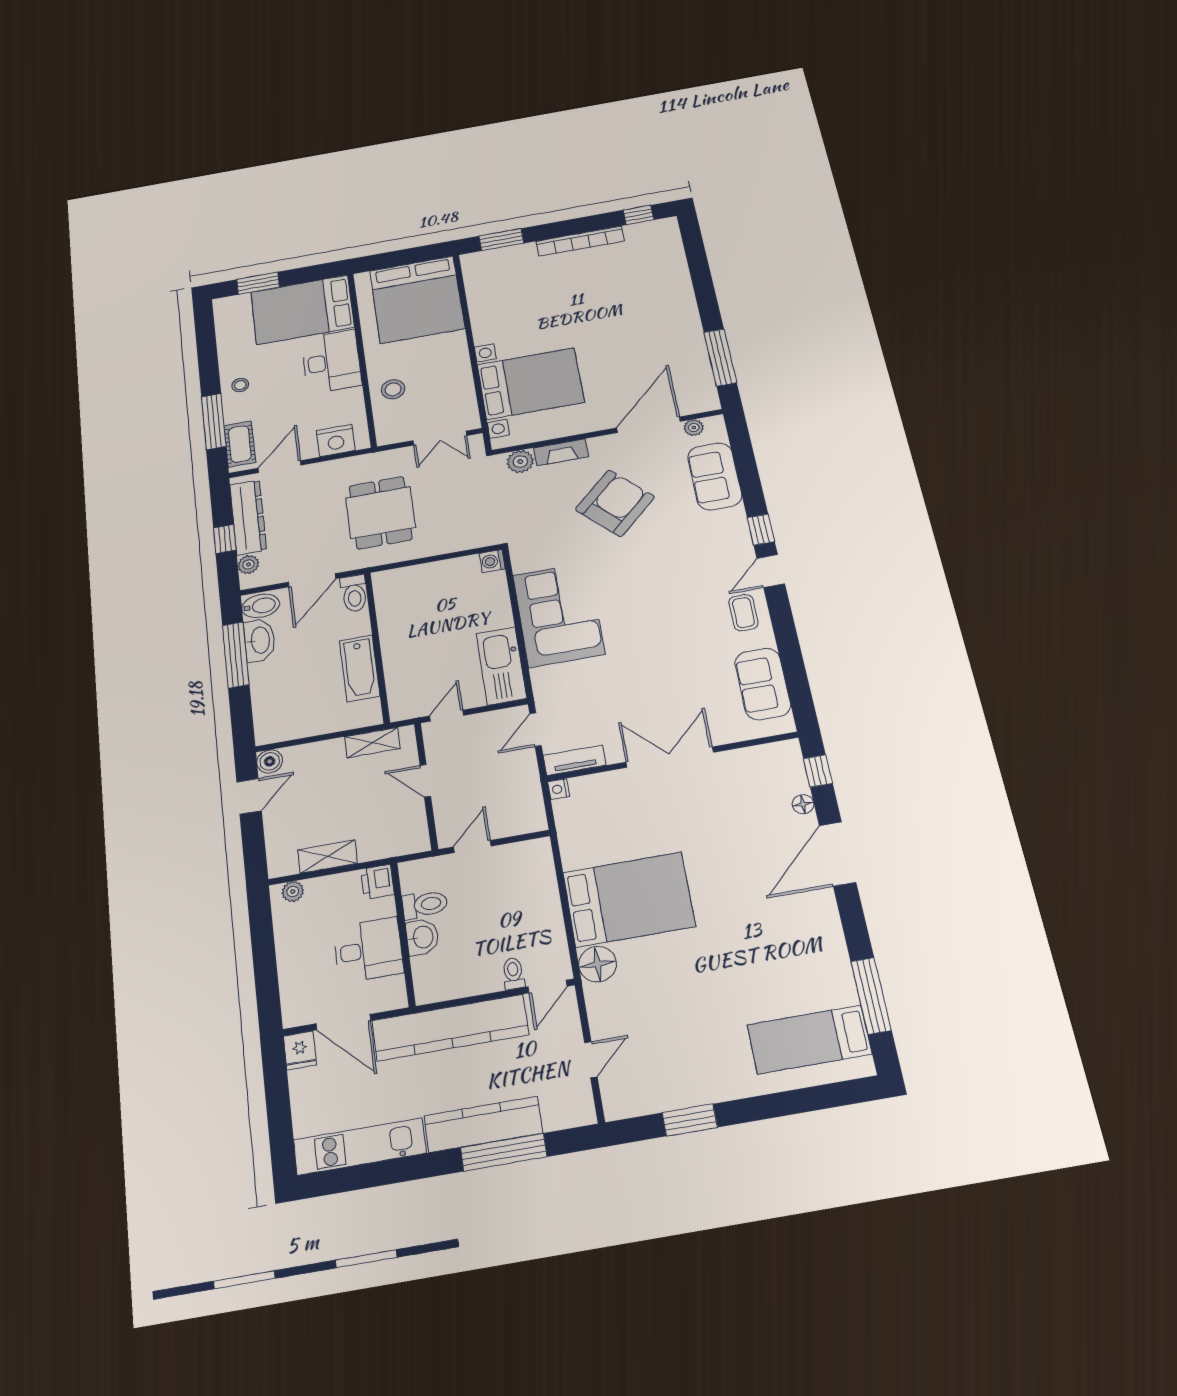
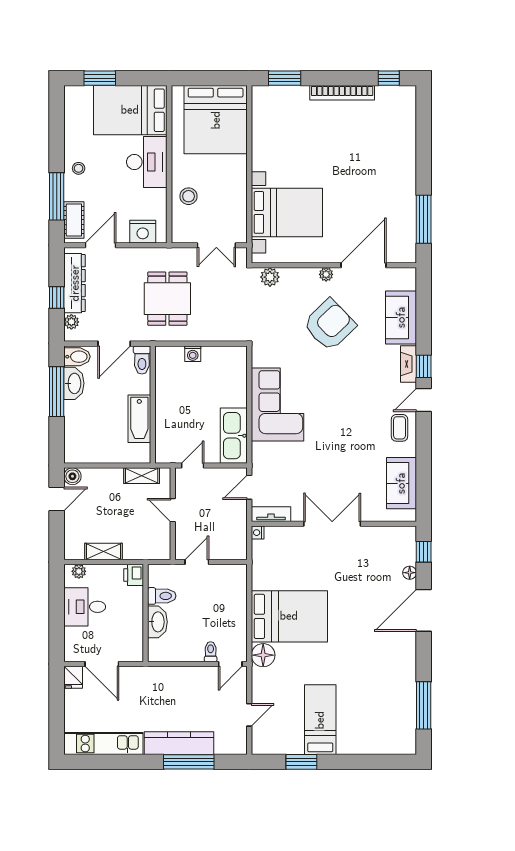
plant: (694, 428) -> (326, 274), moved
fireplace: (561, 452) -> (408, 364), moved, turned 90
washing machine: (492, 561) -> (193, 354), moved, turned -90
washbasin: (422, 937) -> (157, 622), width x1.38
desk: (368, 950) -> (85, 607), moved, turned 180
kitchen counter: (450, 1028) -> (167, 679), removed
bed: (809, 1039) -> (320, 720), moved, turned 90

